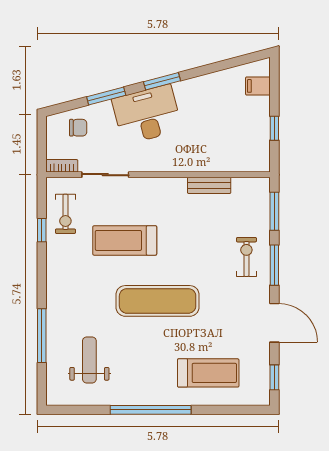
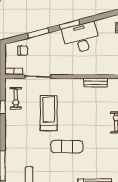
desk: (147, 115) -> (81, 38), moved
treadmill: (125, 240) -> (49, 113), turned 90
exercise mat: (158, 301) -> (67, 147), width x0.73, depth x0.69

